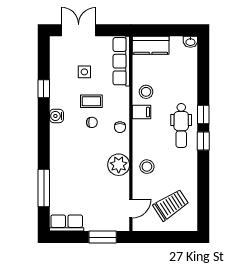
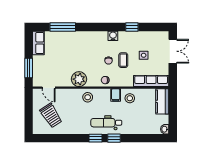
stool: (147, 167) -> (88, 97), moved

